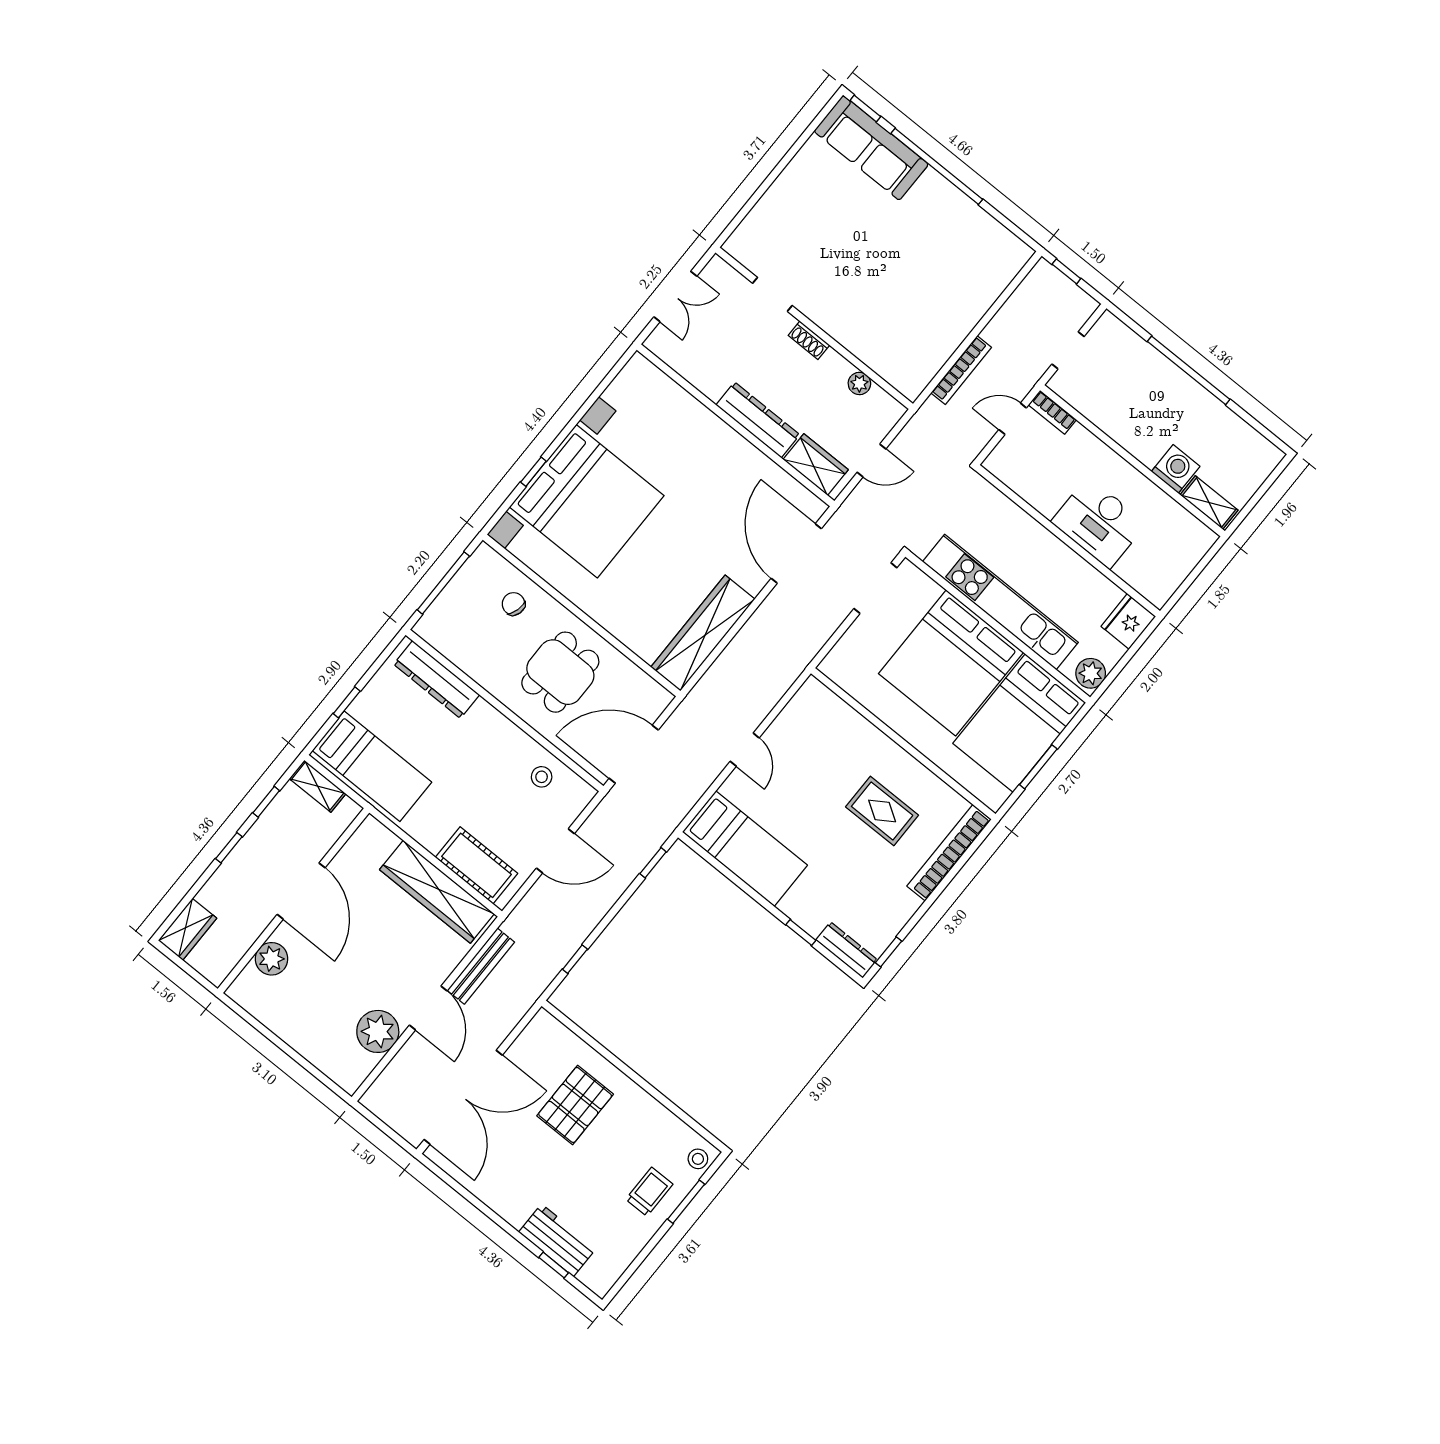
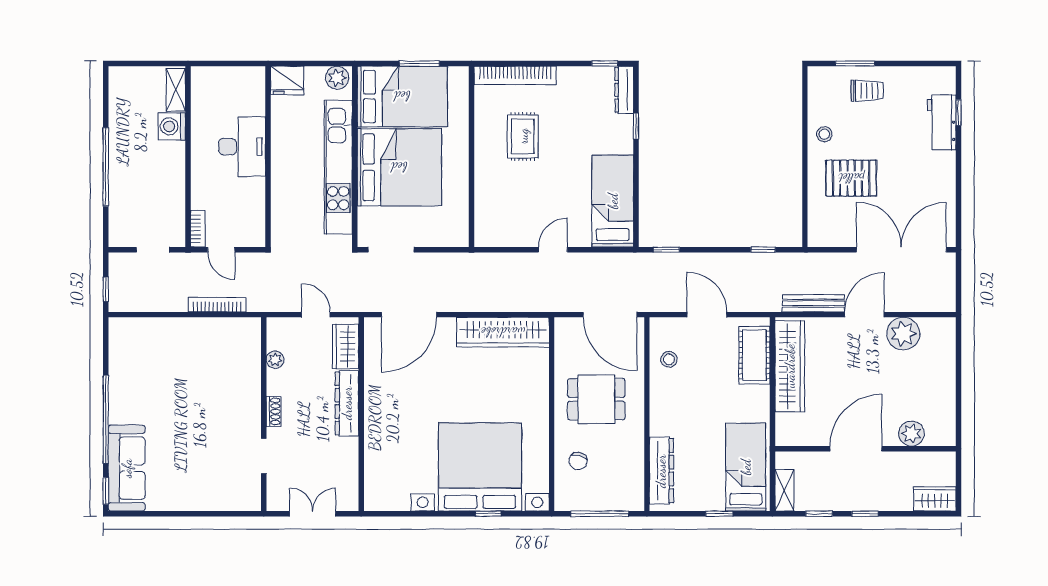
stool: (698, 1159) -> (824, 134), moved
trolley: (649, 1192) -> (867, 91), turned 180

